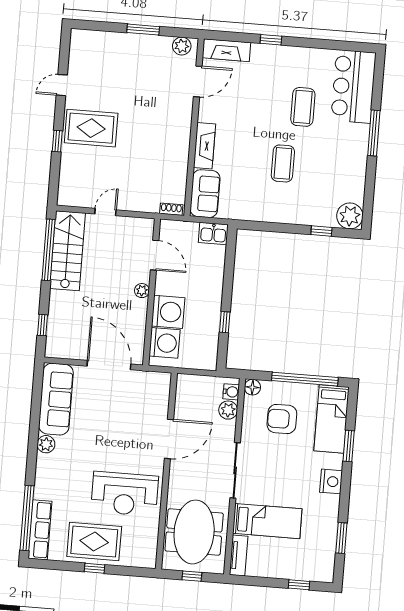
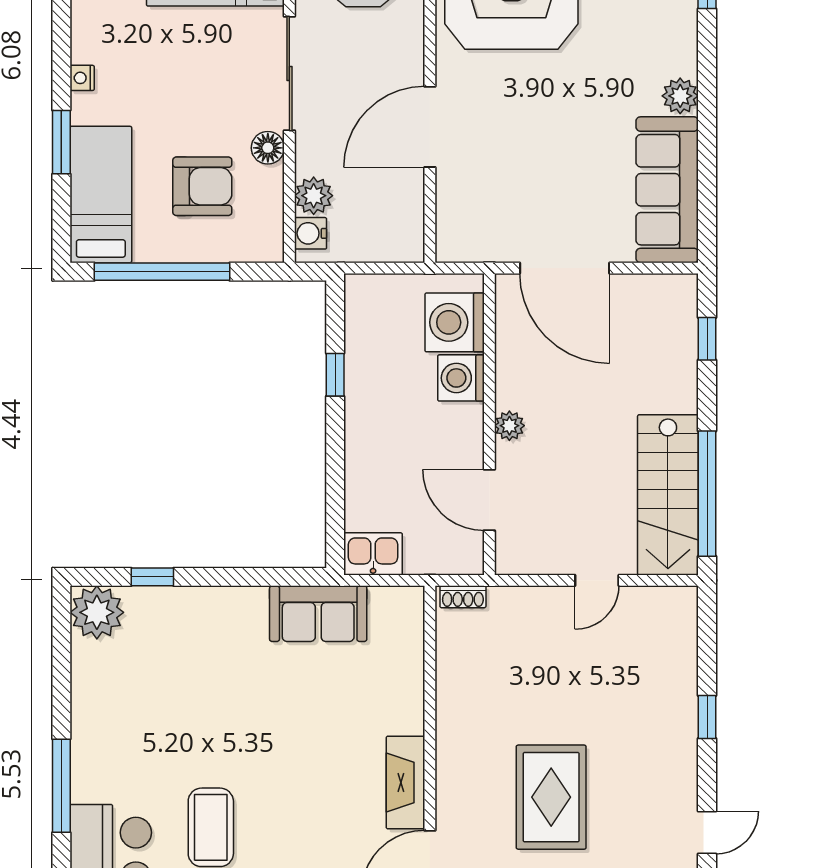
rug: (91, 128) -> (551, 797), moved, turned 90
fireplace: (204, 146) -> (405, 783), moved
coffee table: (283, 163) -> (242, 709), removed
sofa: (205, 194) -> (318, 614), moved, turned -90
washing machine: (168, 312) -> (461, 378), width x0.73, depth x0.73
floor lamp: (252, 387) -> (268, 148), moved
nightstand: (331, 481) -> (82, 78), width x0.53, depth x0.56

